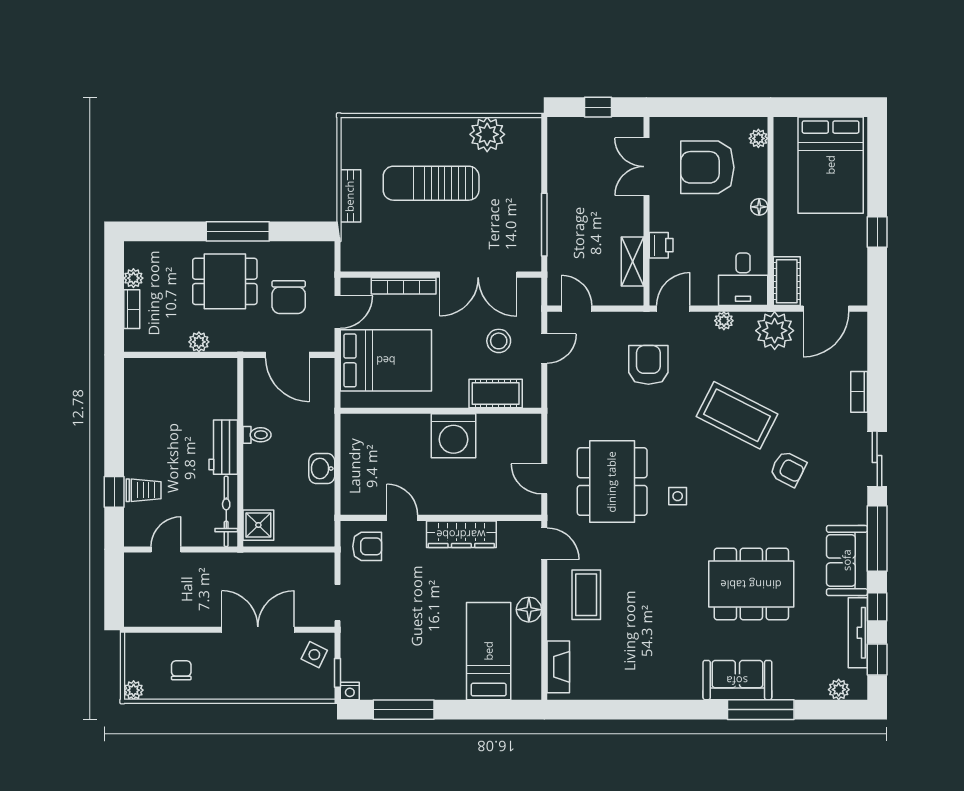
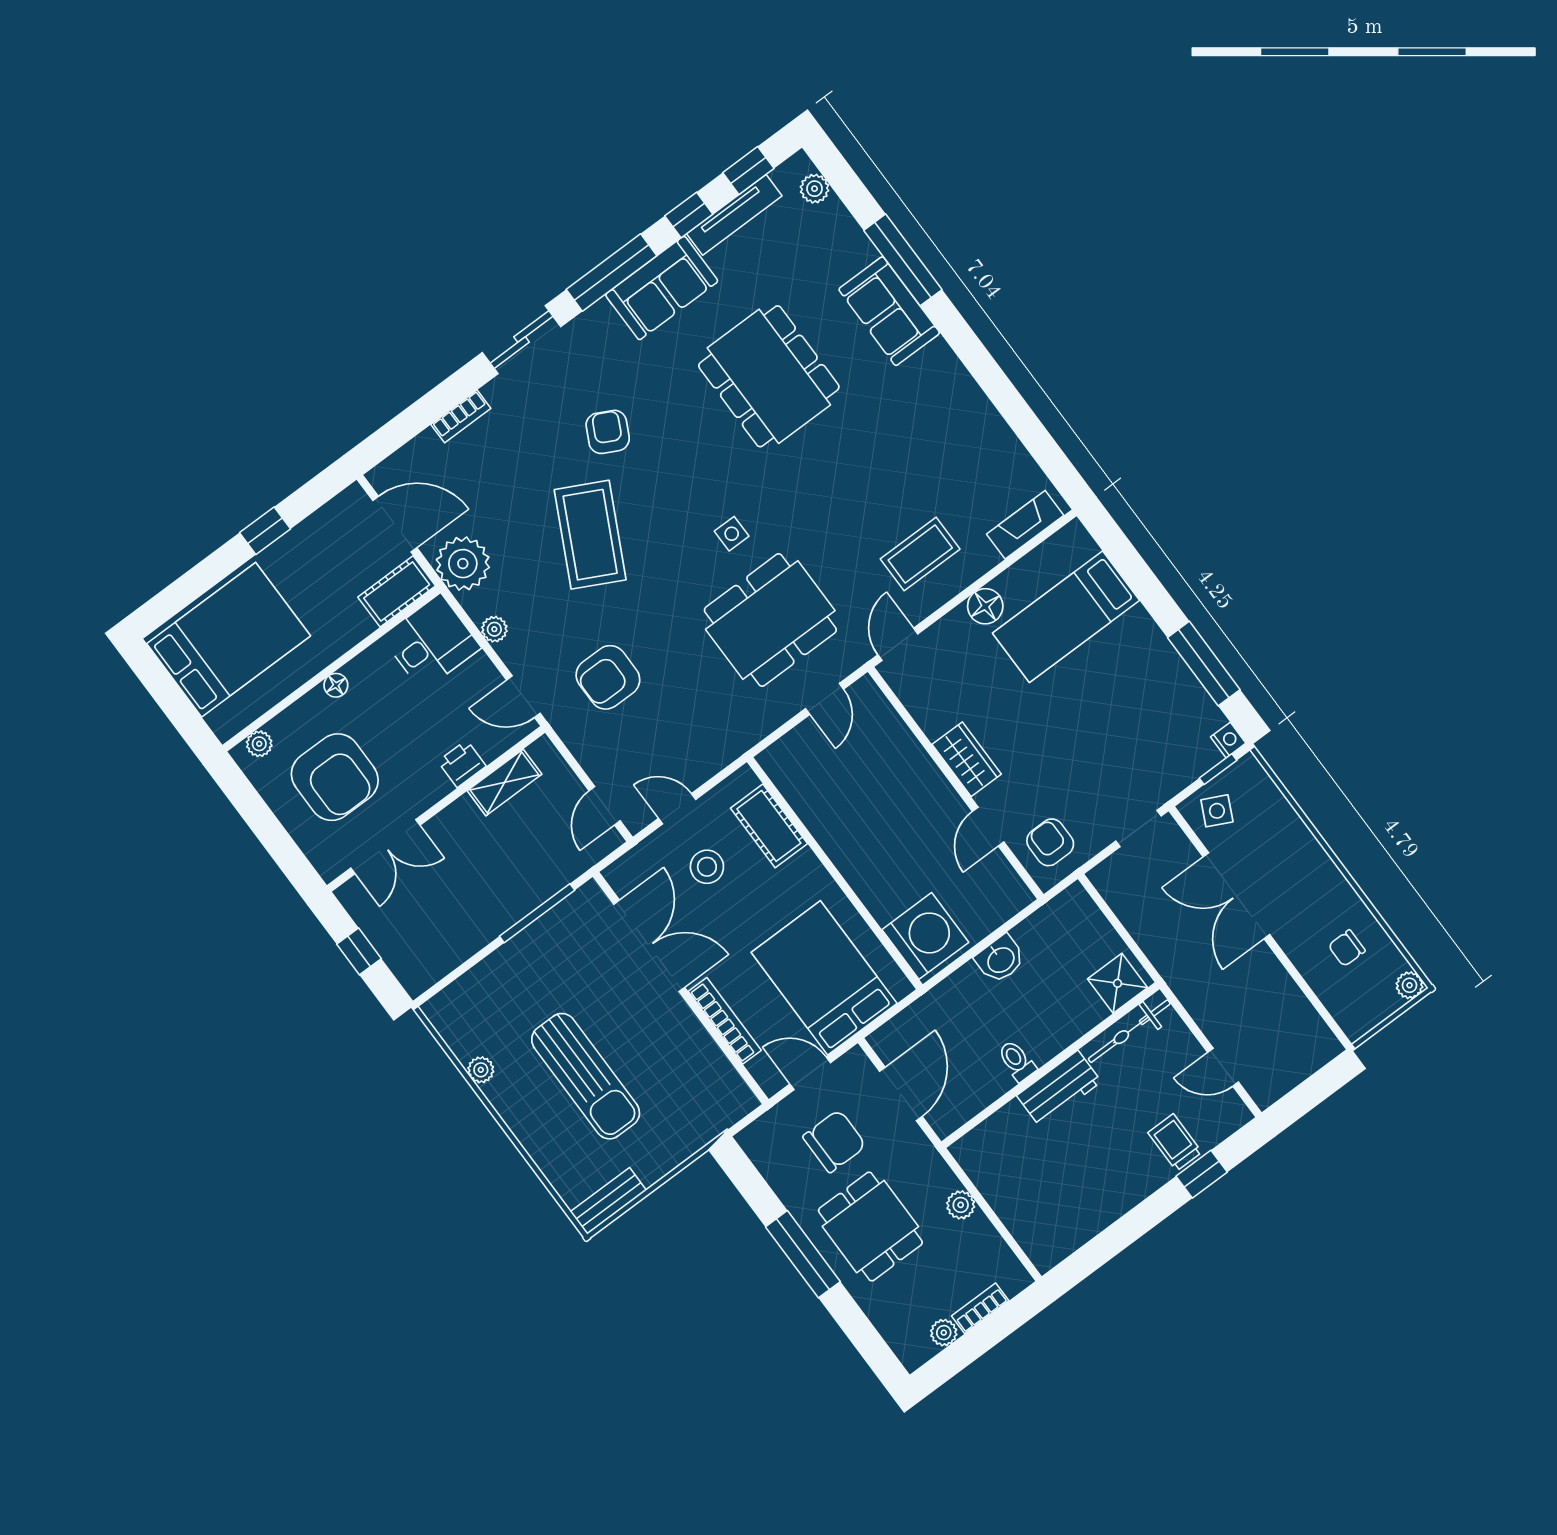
plant: (487, 134) -> (481, 1070), width x0.53, depth x0.53
bench: (350, 196) -> (608, 1201), moved
washing machine: (454, 436) -> (925, 936), moved
wardrobe: (461, 534) -> (967, 759), width x0.67

